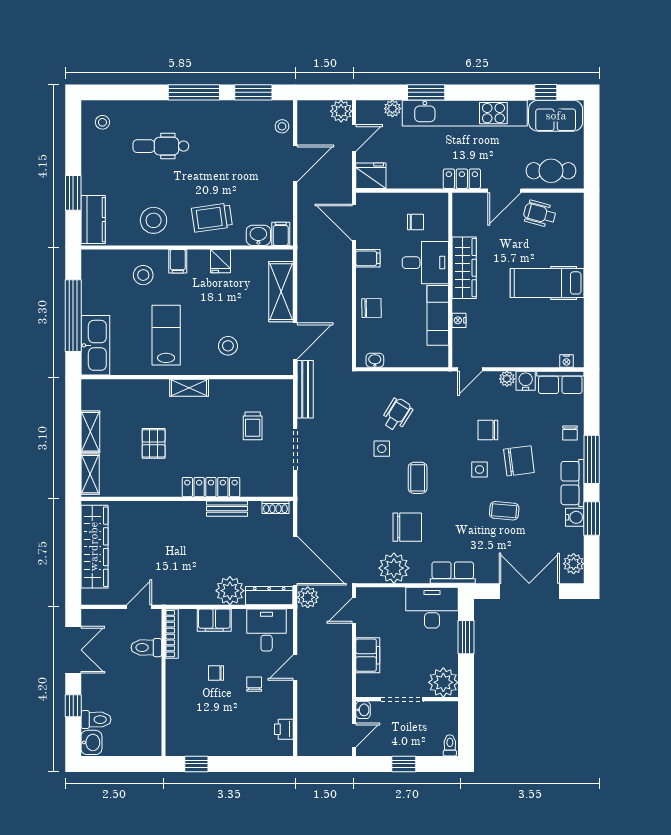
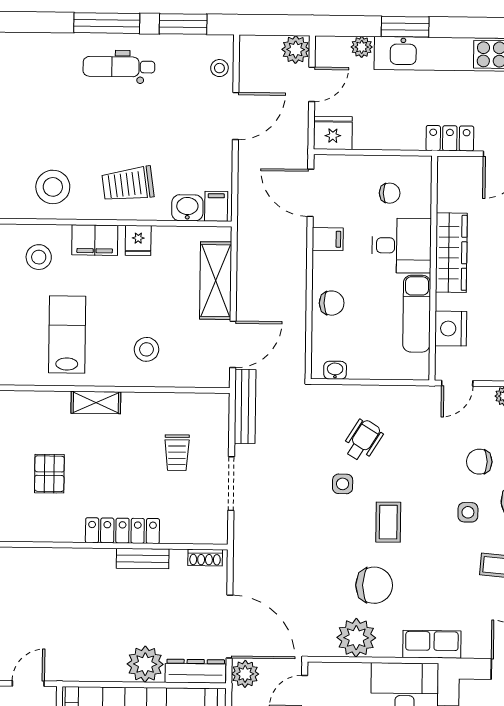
dental chair: (161, 146) -> (119, 67), moved
filing cabinet: (178, 261) -> (95, 240), width x2.00
nightstand: (459, 320) -> (451, 329), width x1.89, depth x1.79

